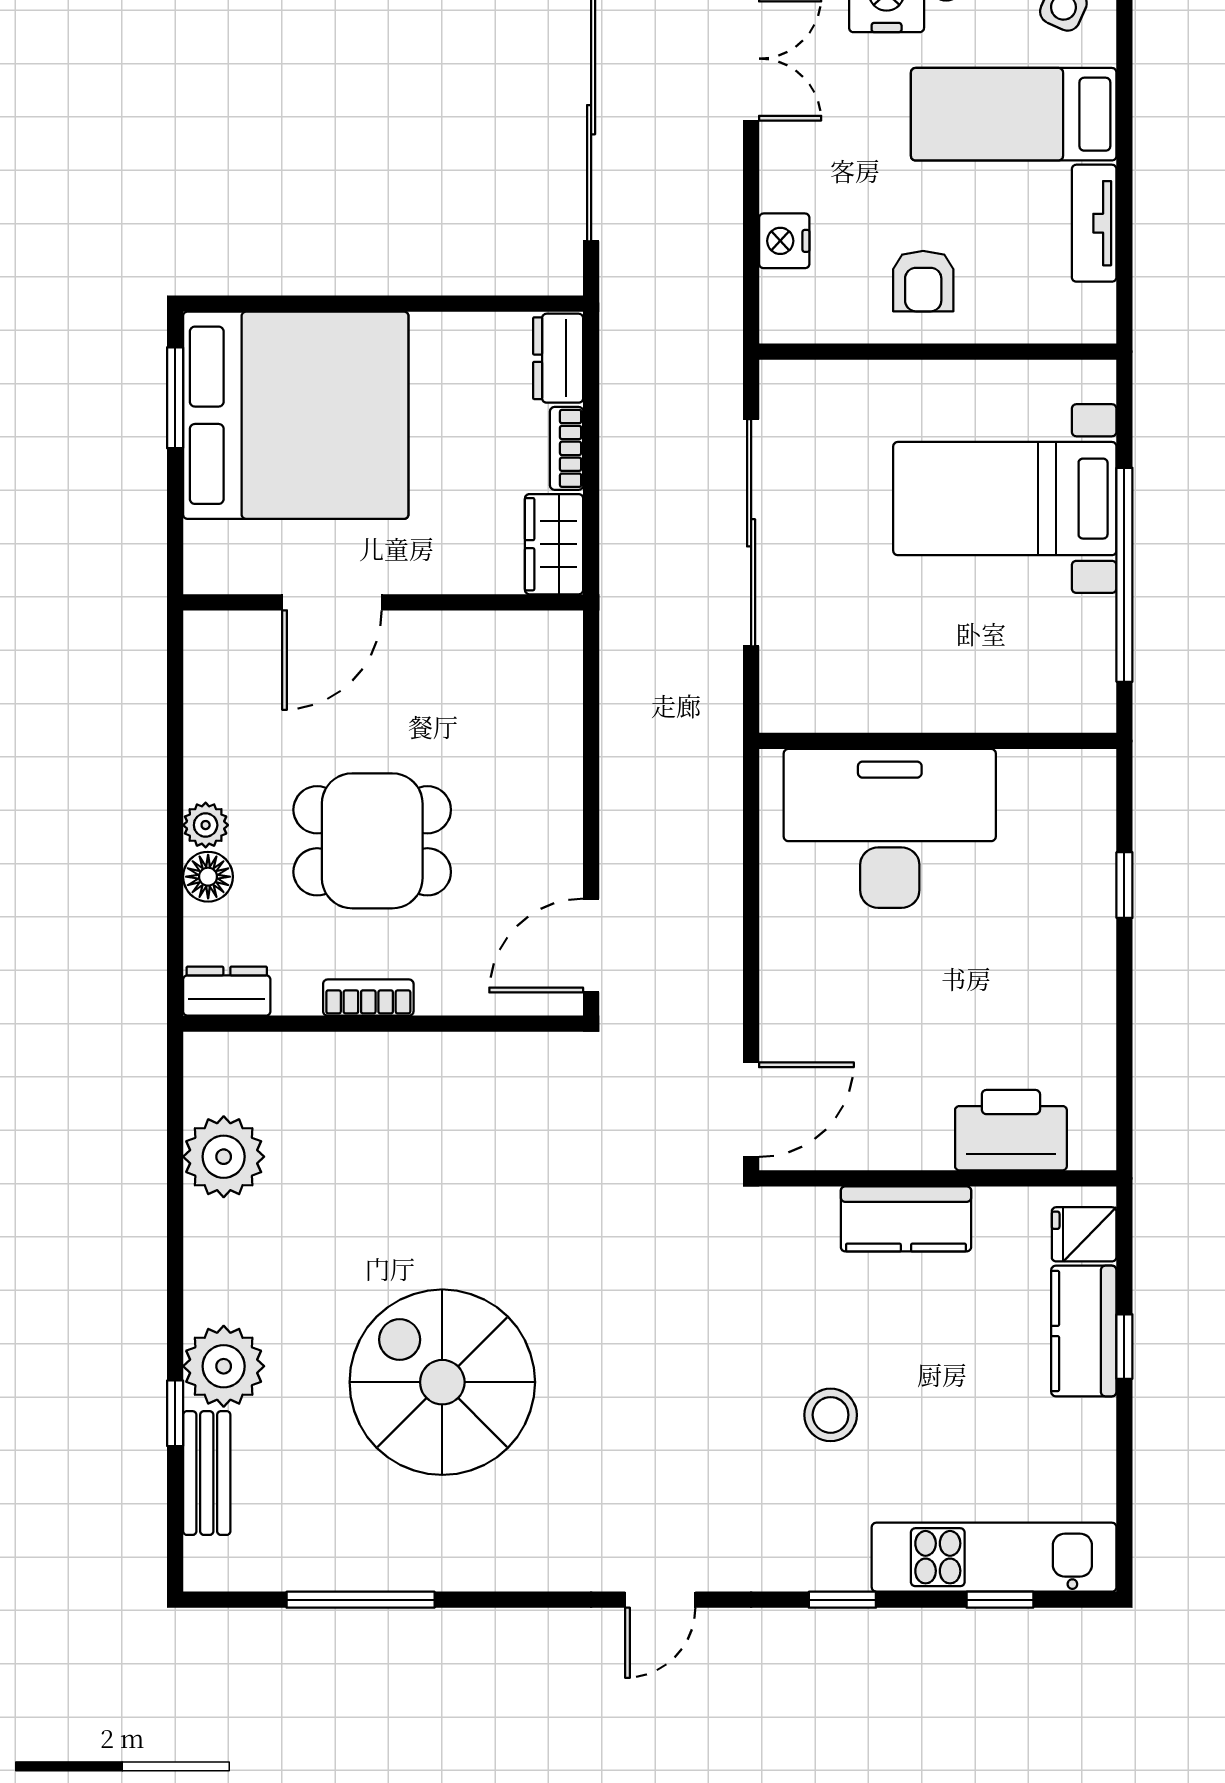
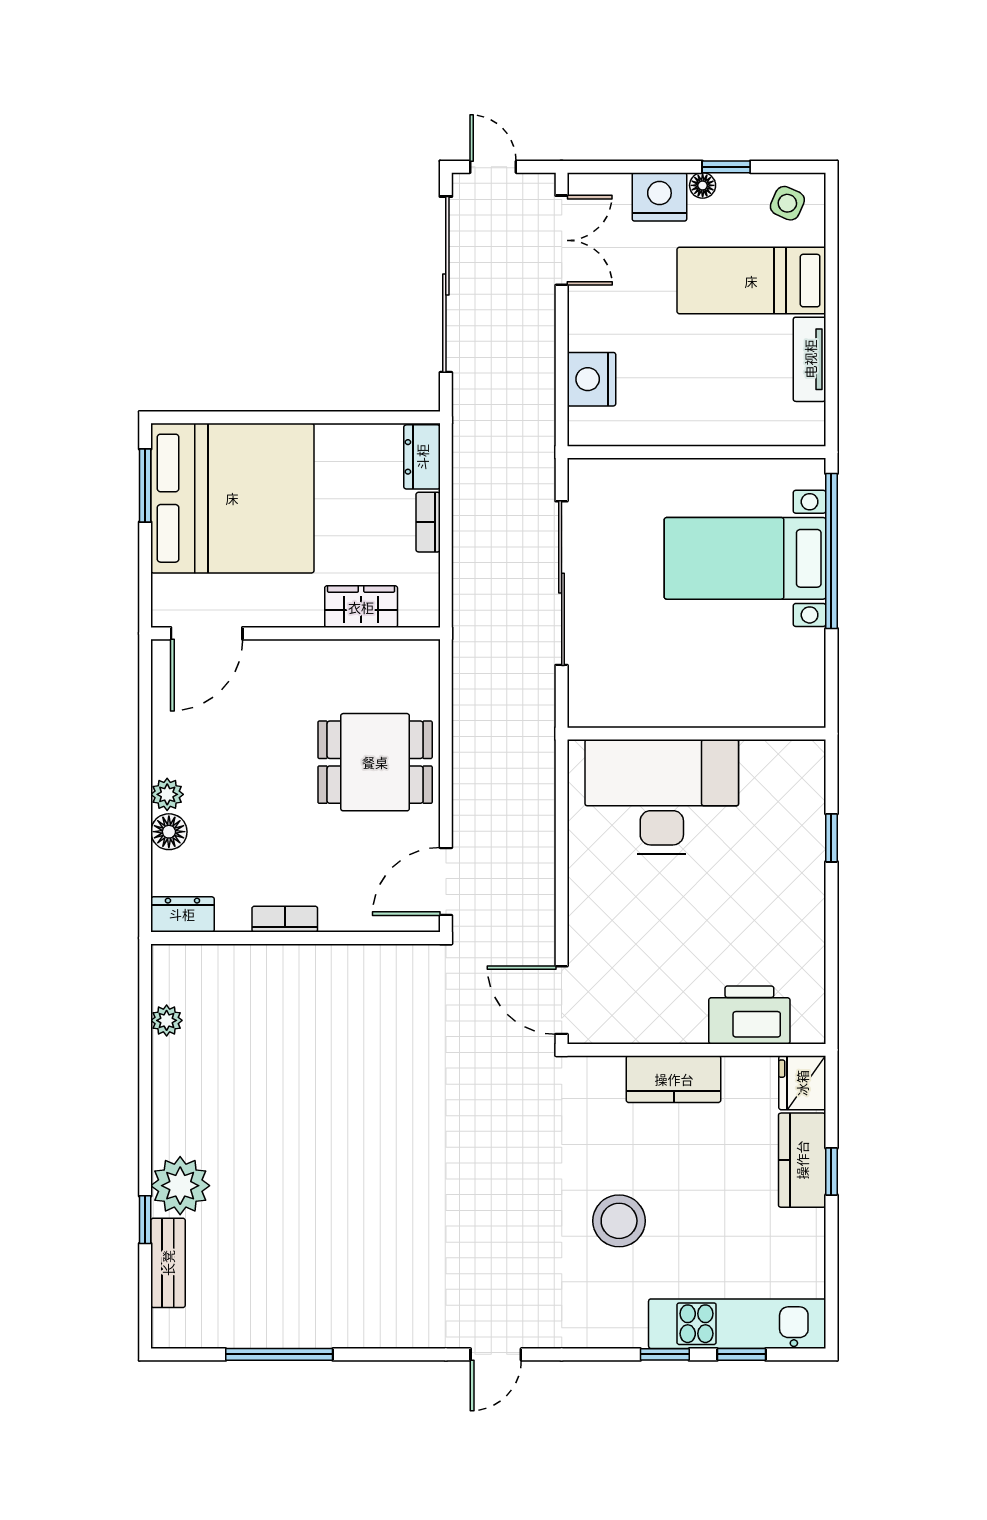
nightstand: (784, 241) -> (591, 379), width x1.36, depth x1.33
armchair: (923, 281) -> (686, 401), removed
wardrobe: (554, 544) -> (361, 607), moved, turned 90
window: (1124, 575) -> (831, 551), moved
door: (332, 602) -> (207, 633), moved
dining table: (372, 841) -> (375, 762), moved
door: (751, 1110) -> (562, 1000), swing flipped
plant: (224, 1157) -> (167, 1020), width x0.53, depth x0.53
fridge: (1084, 1234) -> (802, 1083), width x1.38
spiral stairs: (442, 1382) -> (338, 1197), removed
stool: (831, 1415) -> (619, 1221), width x1.38, depth x1.38
window: (842, 1600) -> (665, 1354), moved

